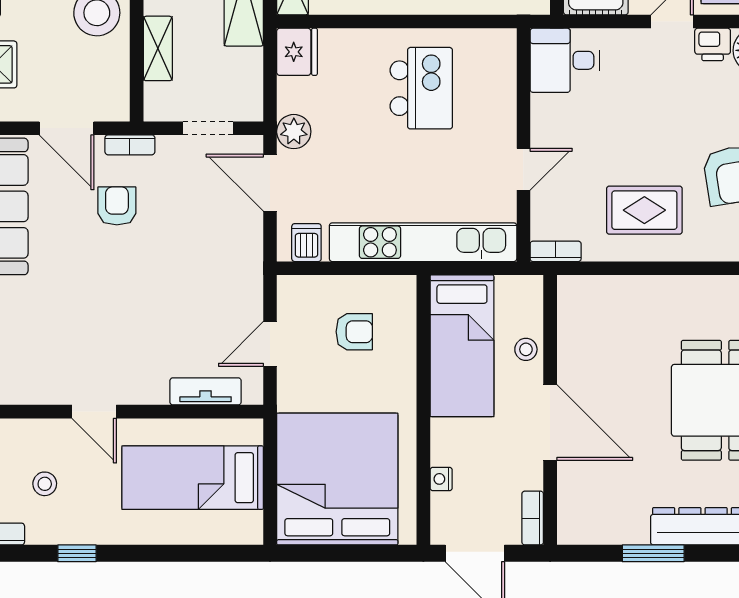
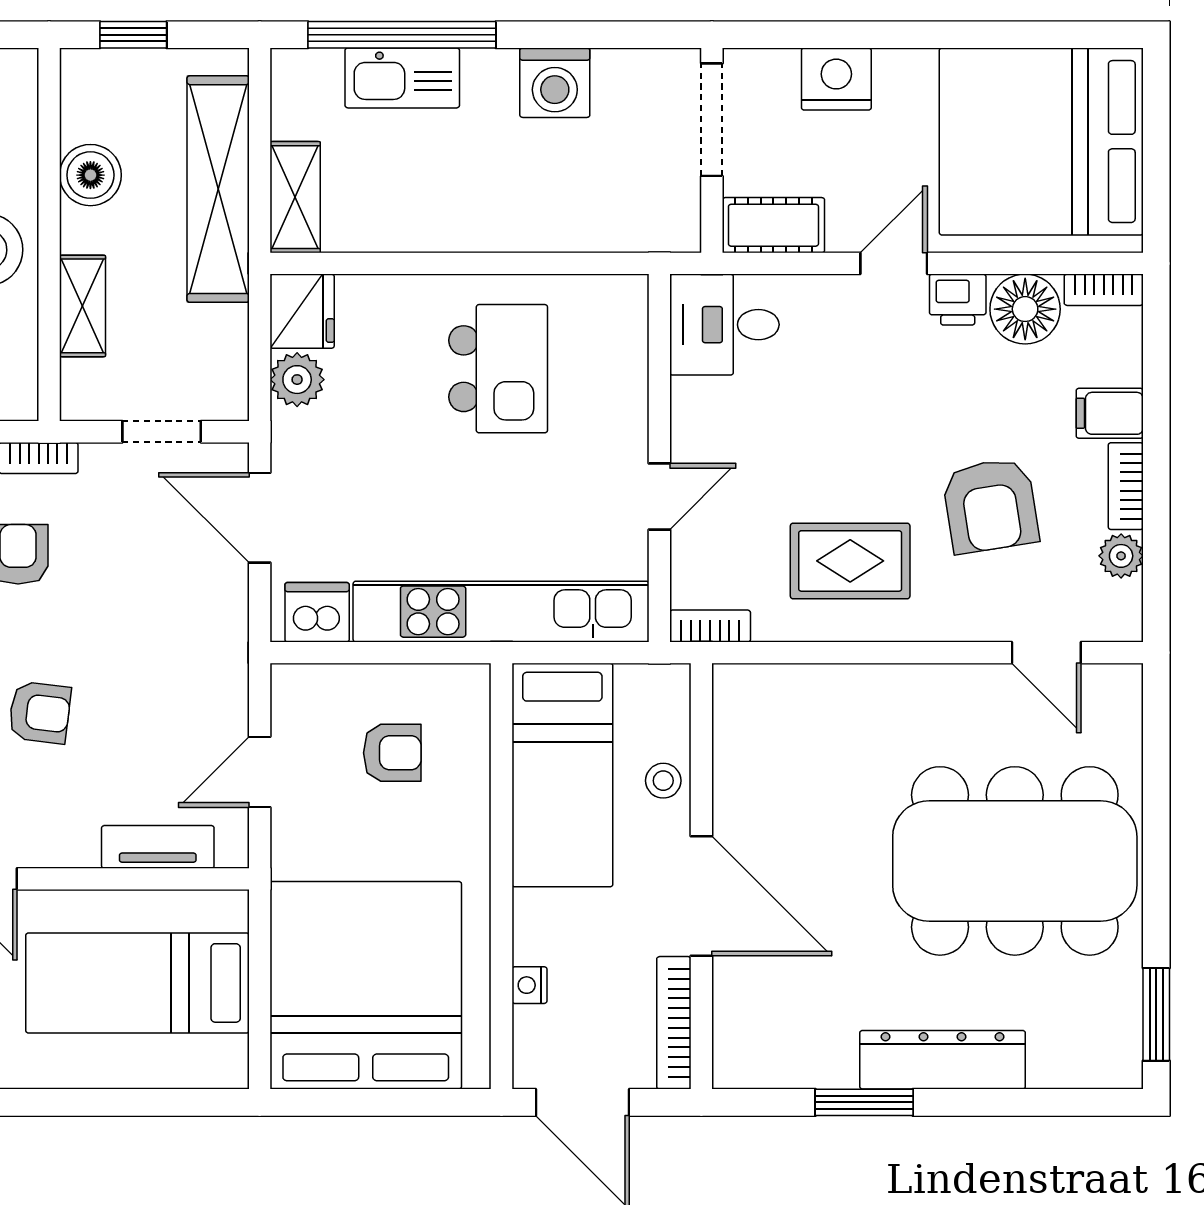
plant: (294, 132) -> (297, 380), moved
dishwasher: (306, 243) -> (317, 612), width x1.38
armchair: (131, 306) -> (40, 713), added
bookcase: (533, 518) -> (674, 1023), width x1.56

